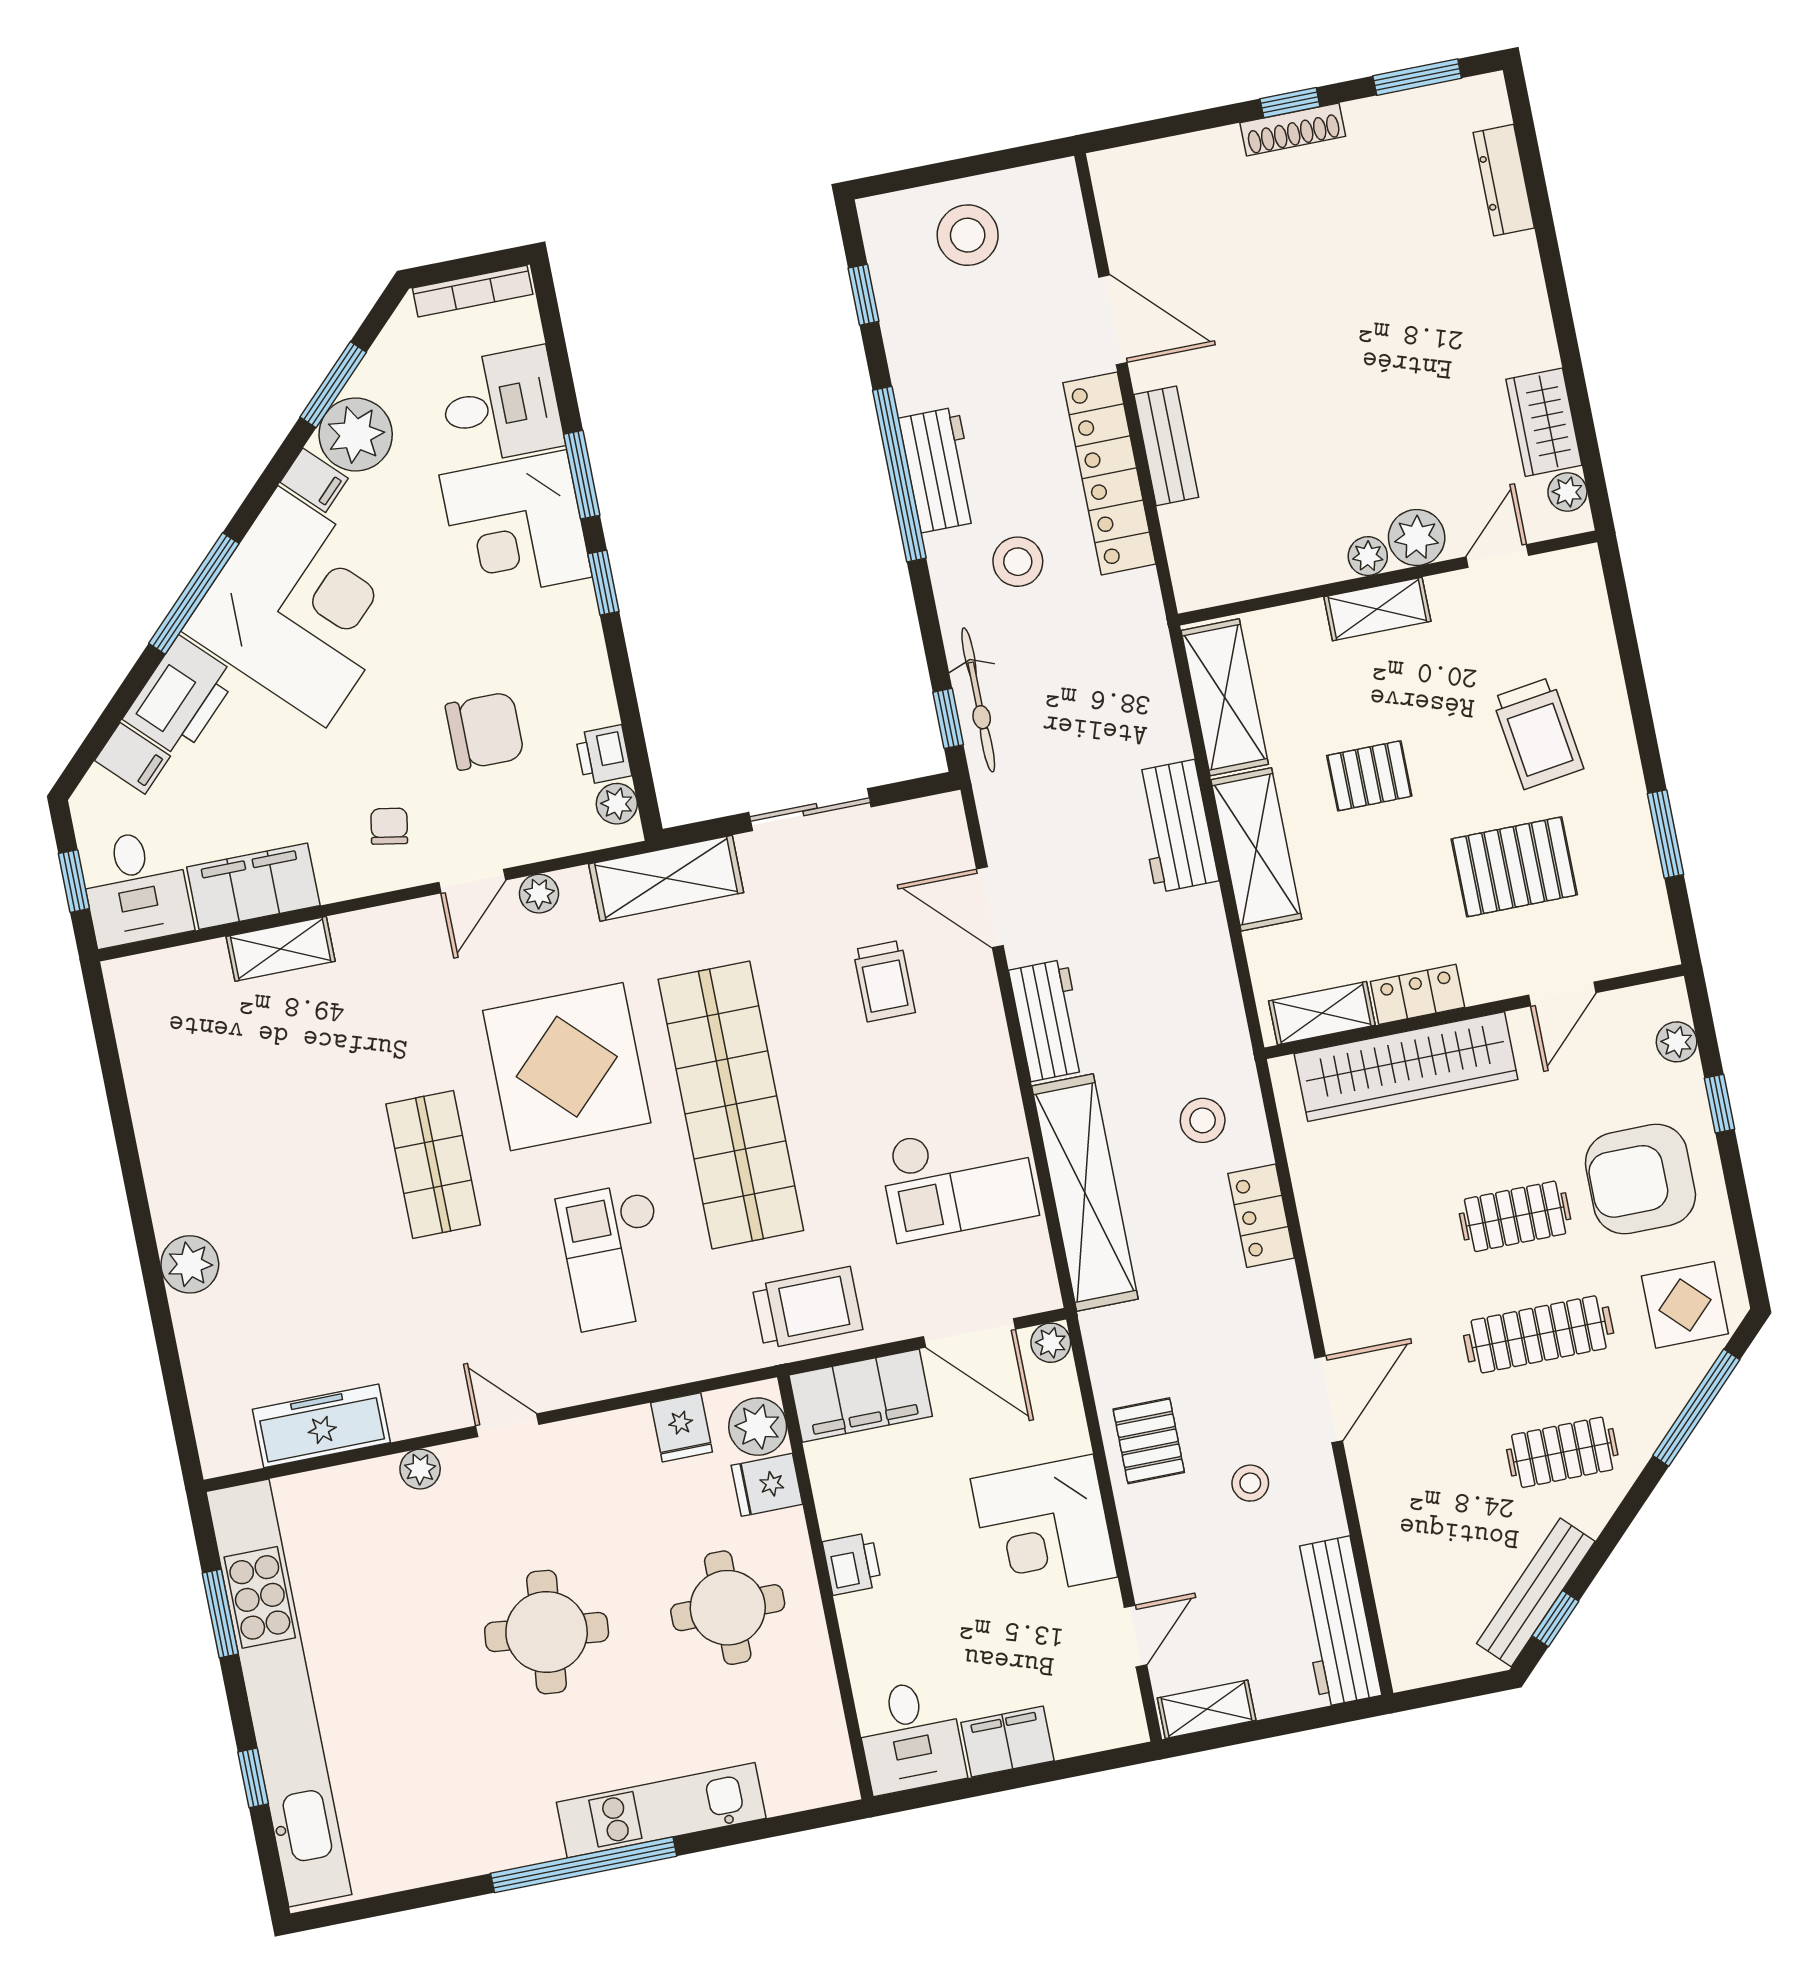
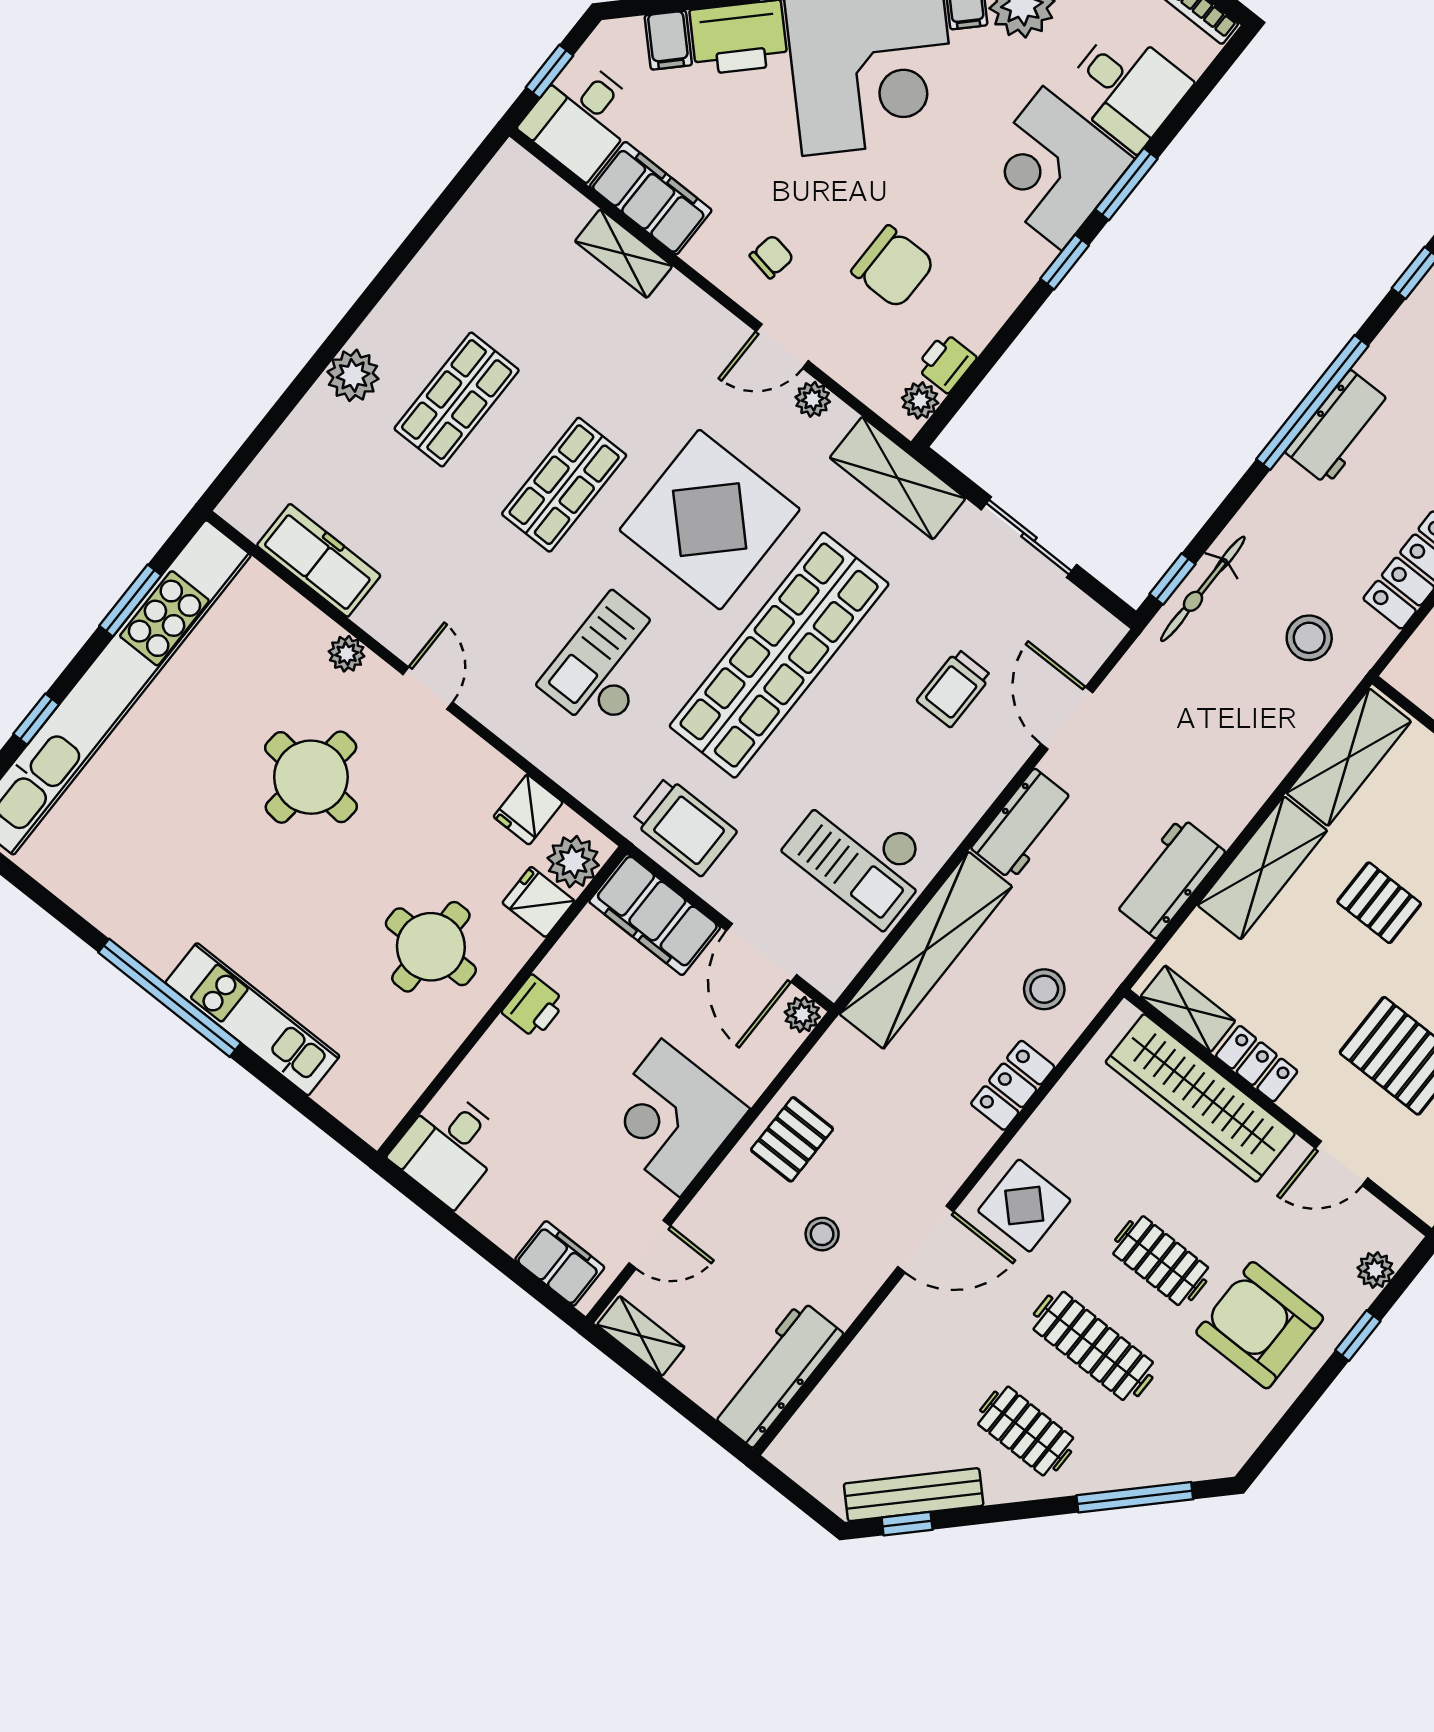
stool: (1018, 562) -> (1309, 638), moved
workbench: (1175, 826) -> (1168, 878), moved
shop shelf: (284, 1194) -> (457, 399), added
display table: (1685, 1305) -> (1024, 1206), moved
round table: (547, 1632) -> (311, 777), moved
filing cabinet: (1007, 1742) -> (560, 1263), moved

